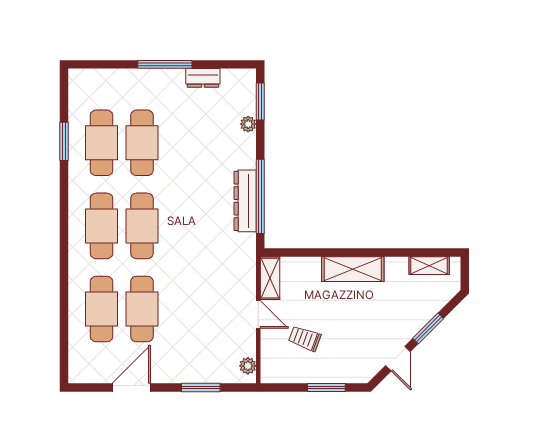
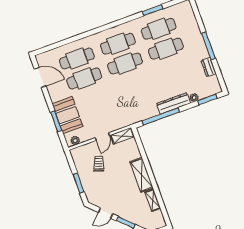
dresser: (245, 201) -> (174, 103), moved
shelving: (429, 266) -> (153, 200), moved
booth: (197, 363) -> (68, 115), added
door: (131, 387) -> (40, 77), moved

